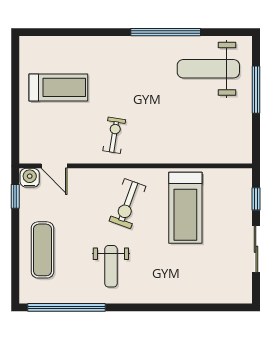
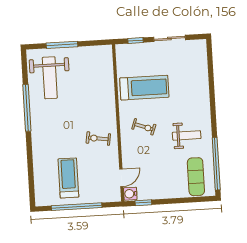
window: (15, 97) -> (77, 207), added
exercise bike: (128, 204) -> (144, 127), width x0.73, depth x0.72
exercise mat: (42, 250) -> (196, 177), moved, turned 90

